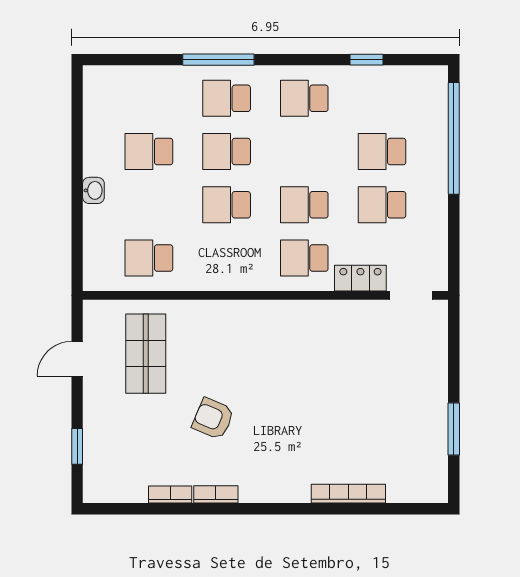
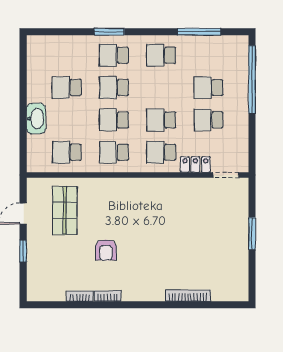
window: (218, 60) -> (109, 32), width x0.69
window: (367, 60) -> (199, 32), width x2.17
washbasin: (93, 190) -> (36, 119), width x1.91, depth x1.45
school desk: (227, 258) -> (114, 152), added
armchair: (213, 419) -> (106, 250), turned -113
window: (454, 429) -> (252, 234), moved
window: (77, 446) -> (23, 251), moved

